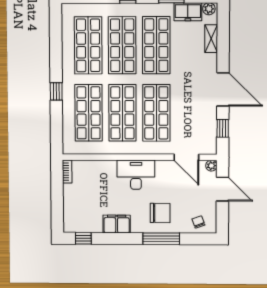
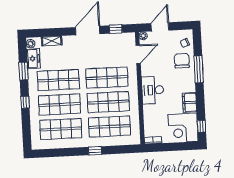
corner desk: (82, 213) -> (183, 128), added
chair: (160, 213) -> (182, 61), moved

